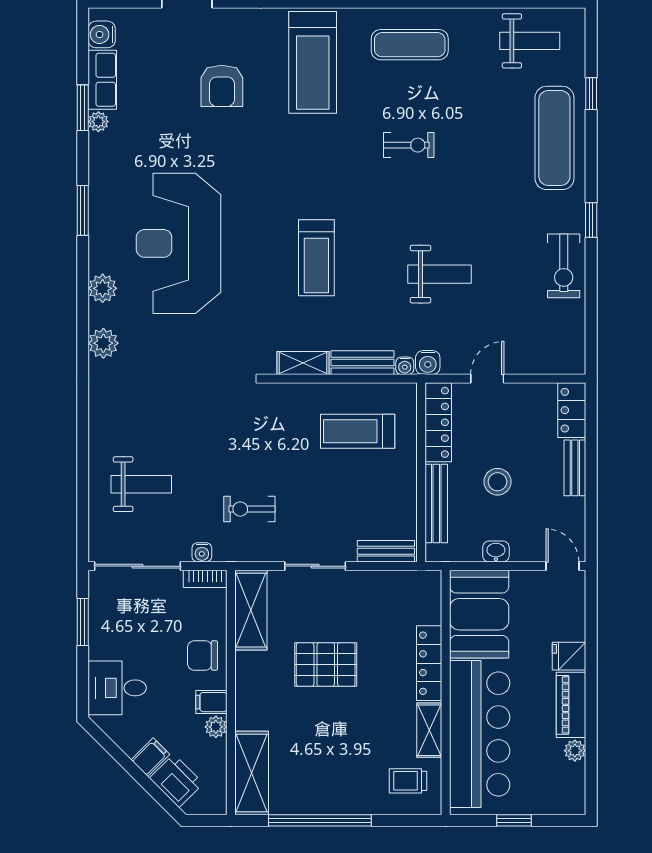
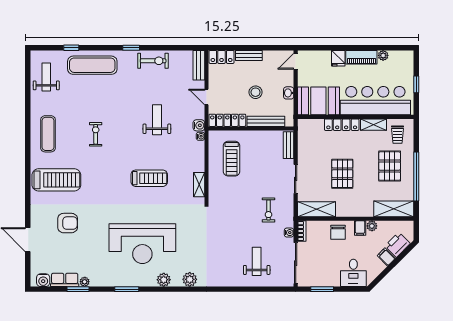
bench: (362, 363) -> (199, 65), moved
pallet: (342, 764) -> (390, 166), added

